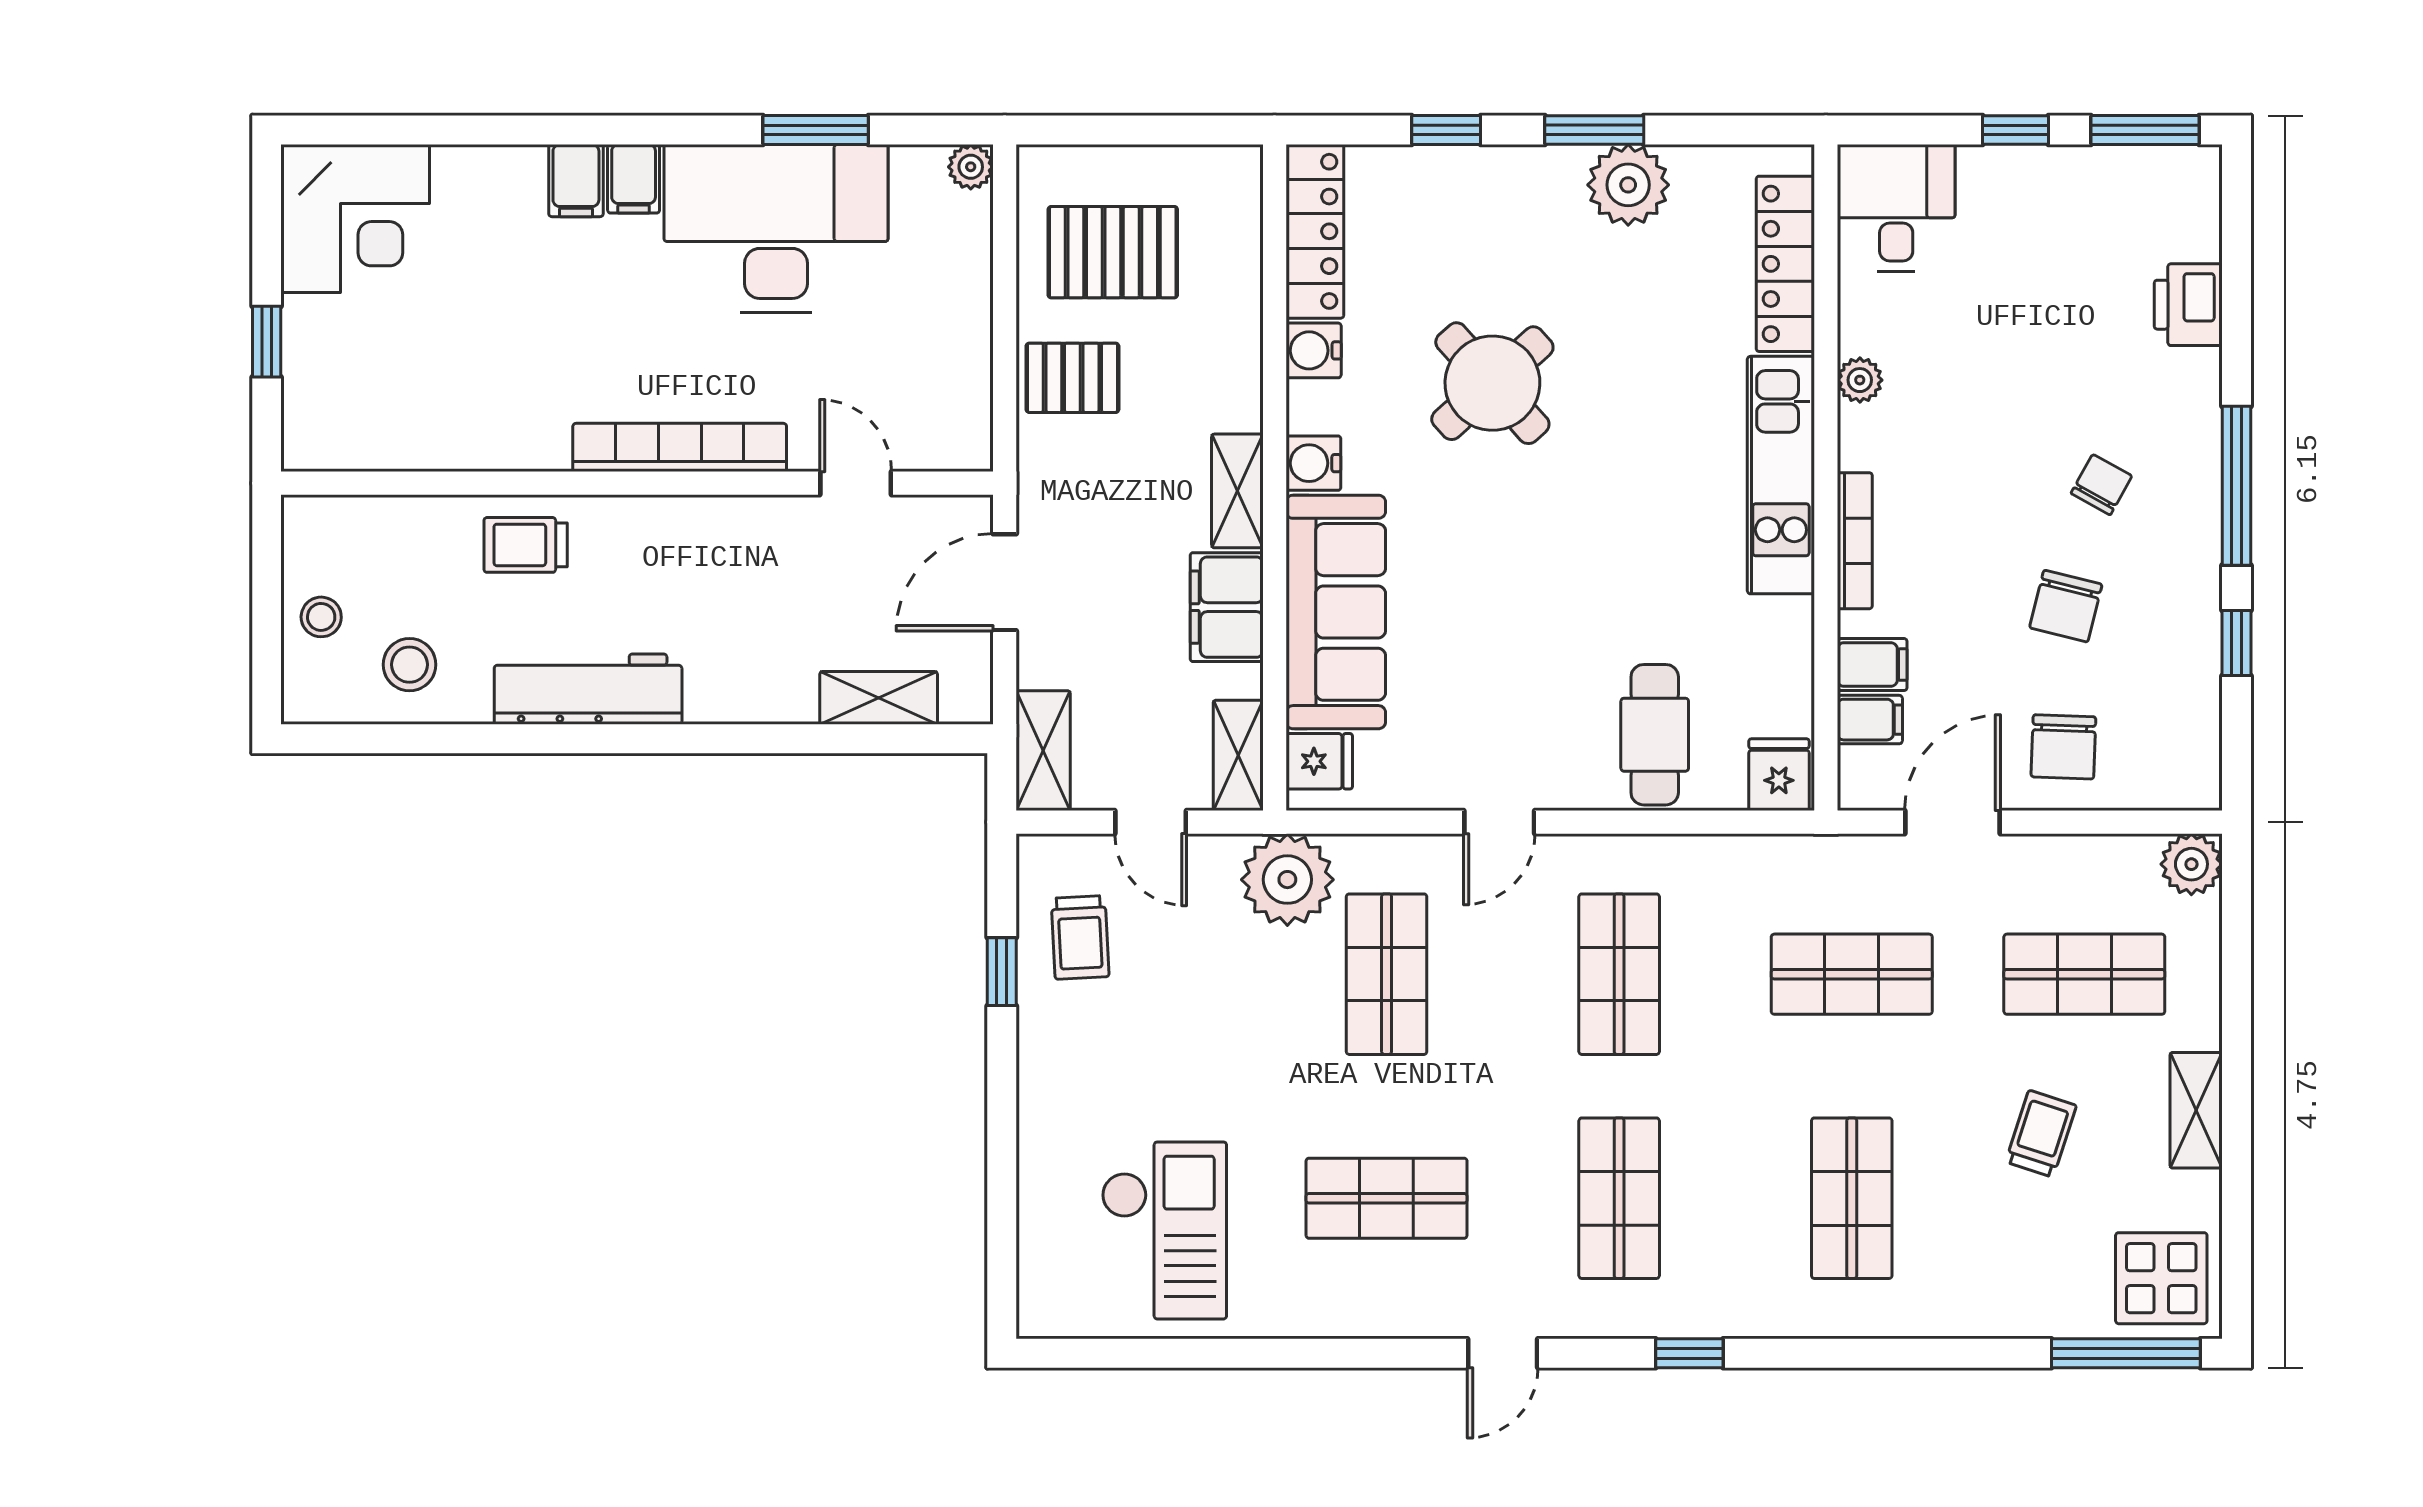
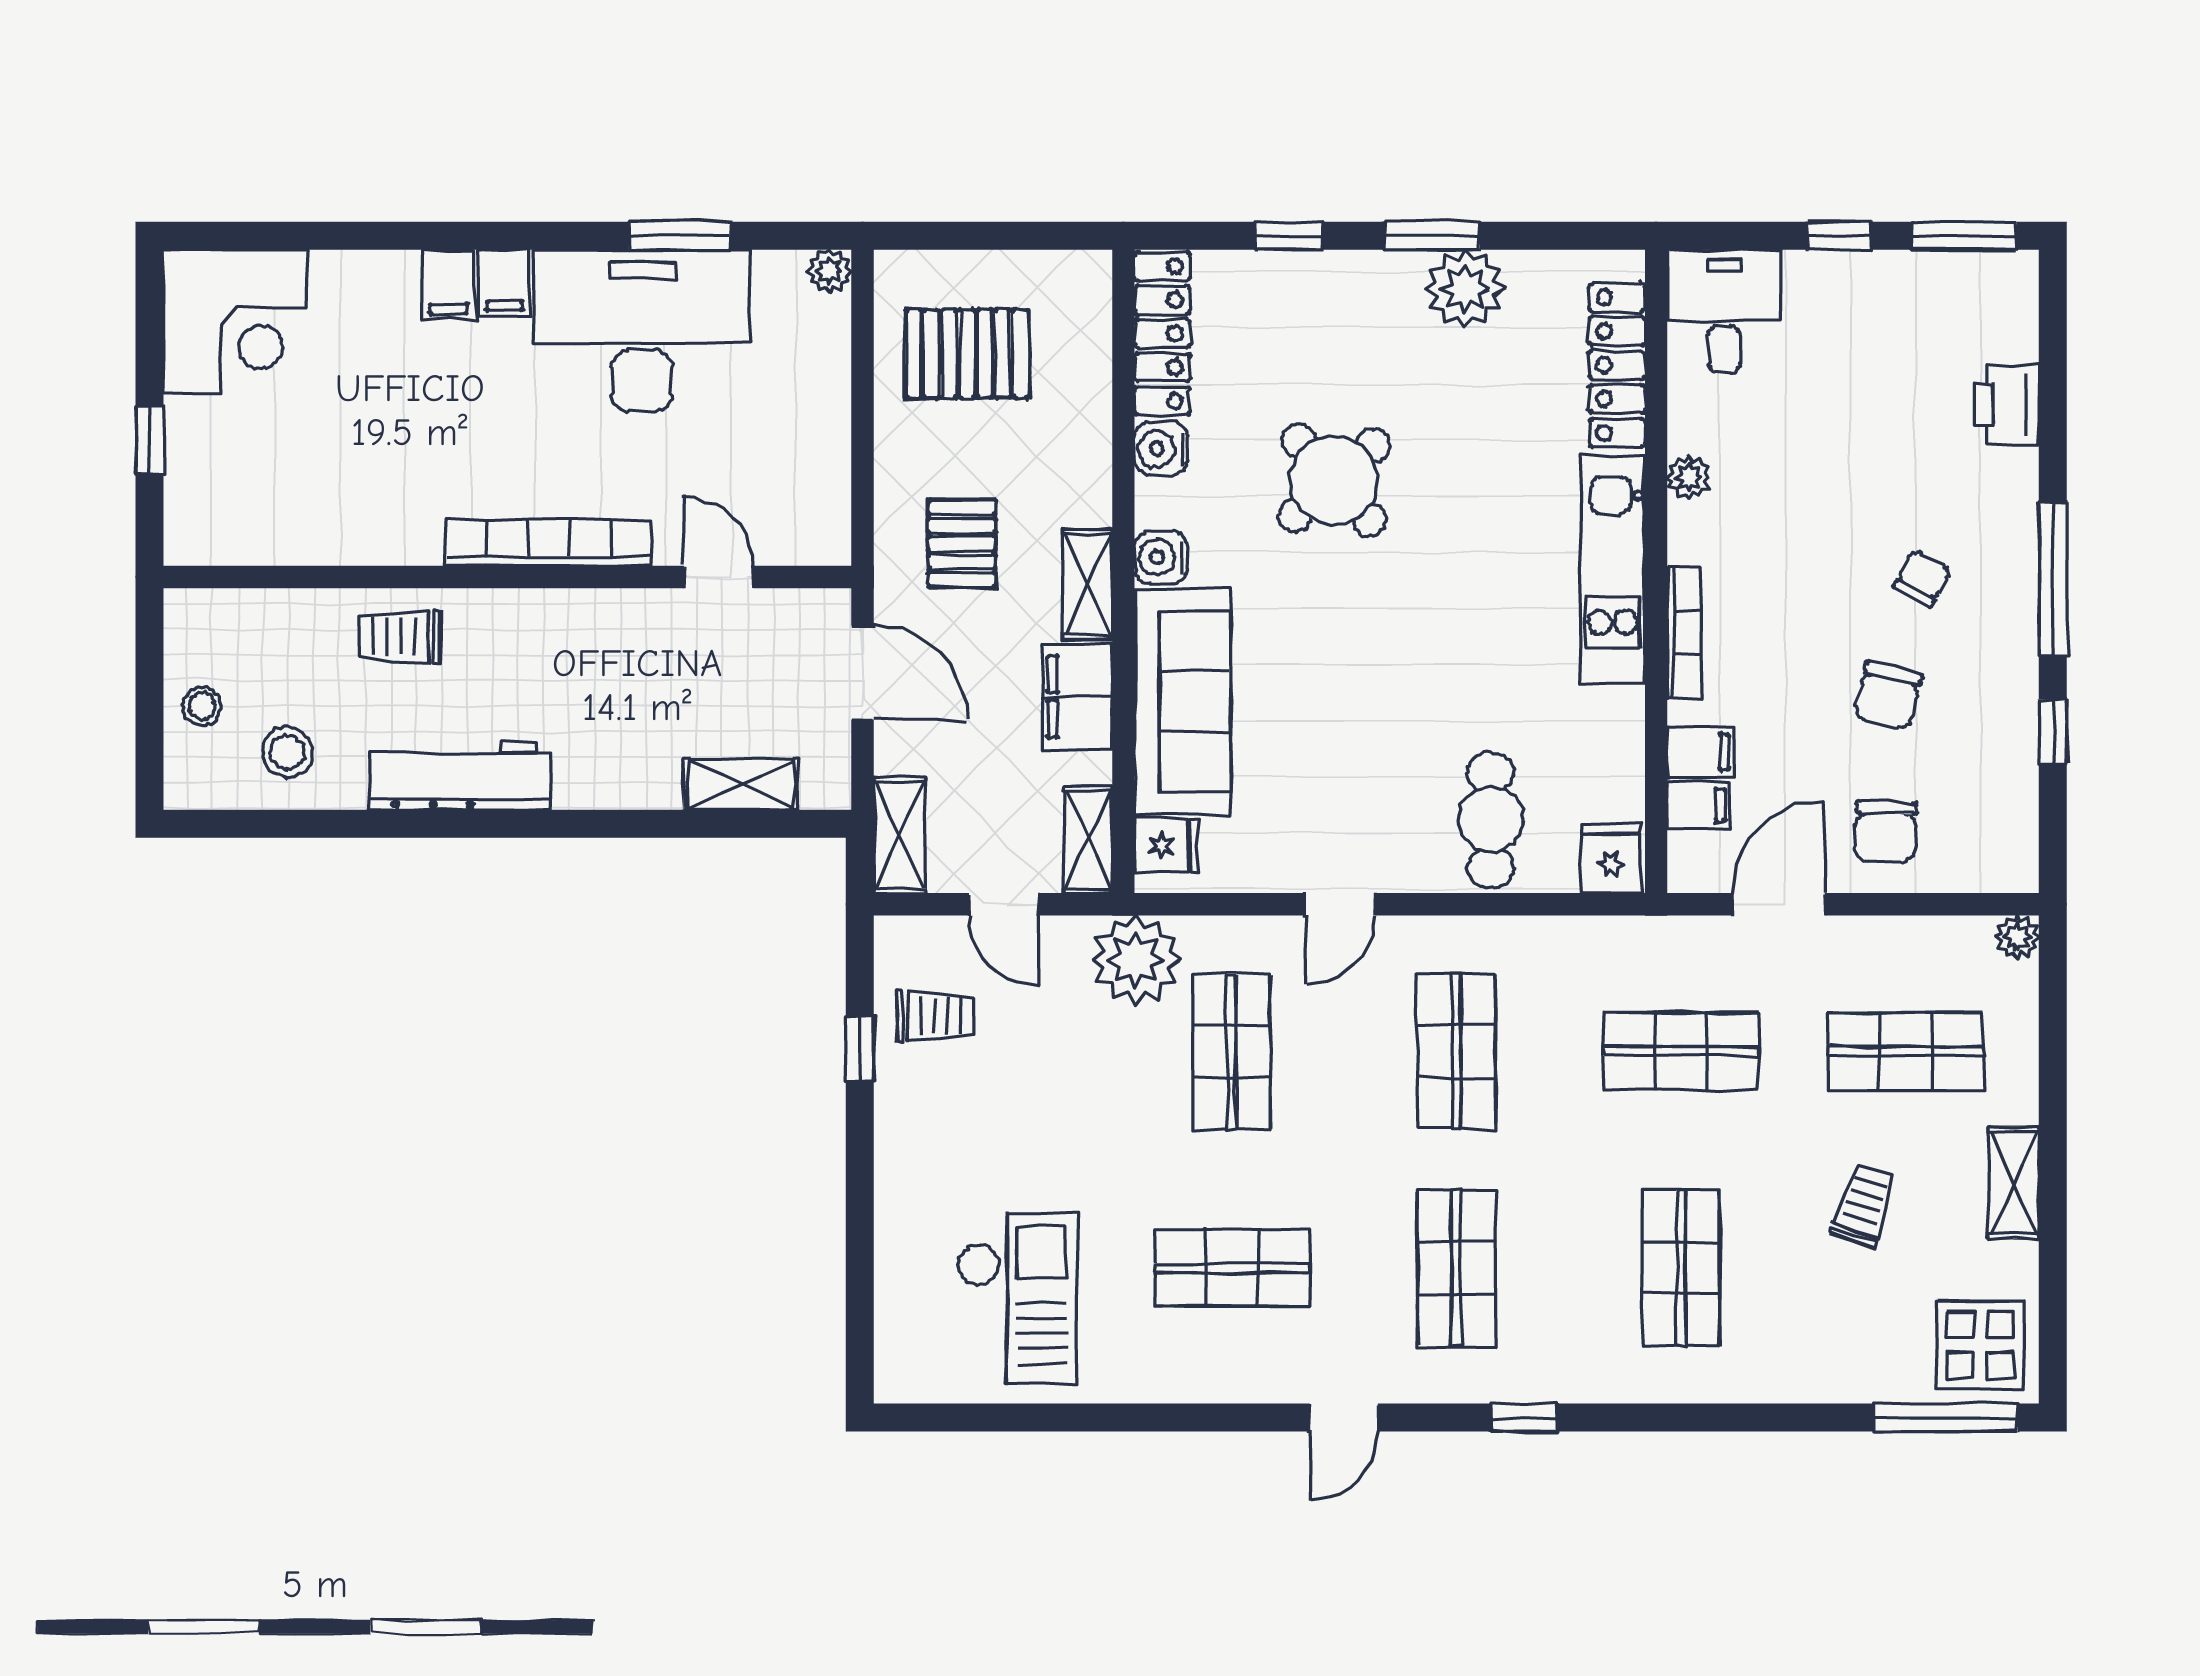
pallet: (1072, 378) -> (962, 544), moved, turned 90
door: (1005, 582) -> (863, 673), swing flipped
plant: (2191, 864) -> (2017, 937), width x0.73, depth x0.73
trolley: (1080, 937) -> (935, 1016), turned -87

